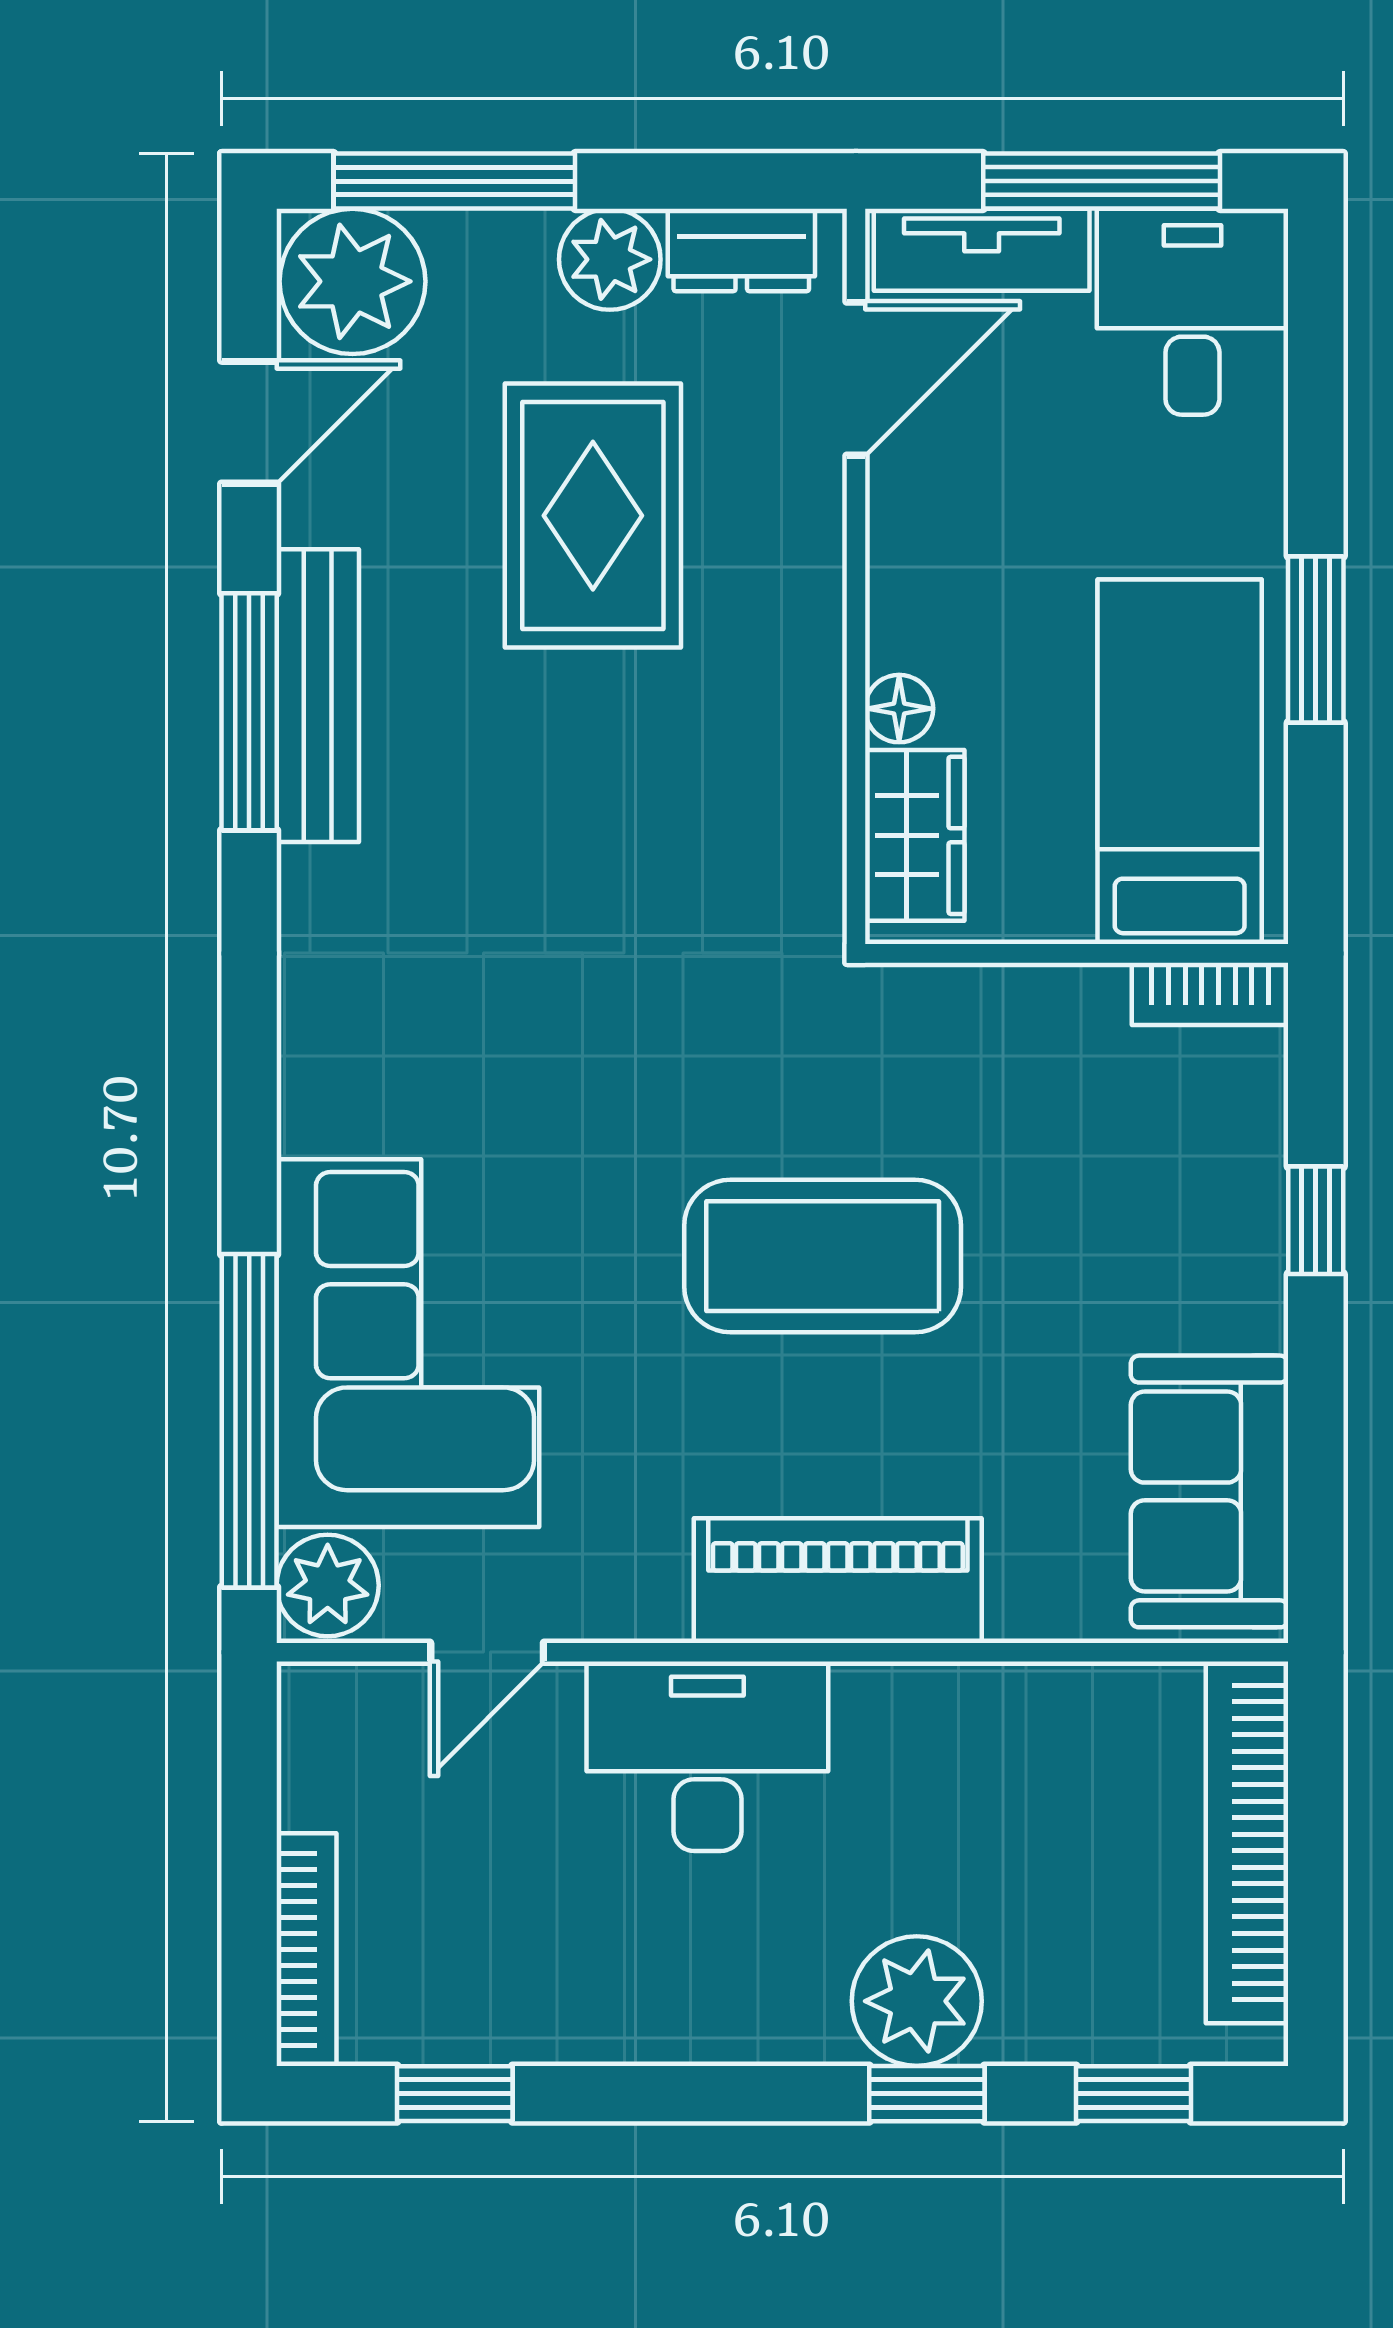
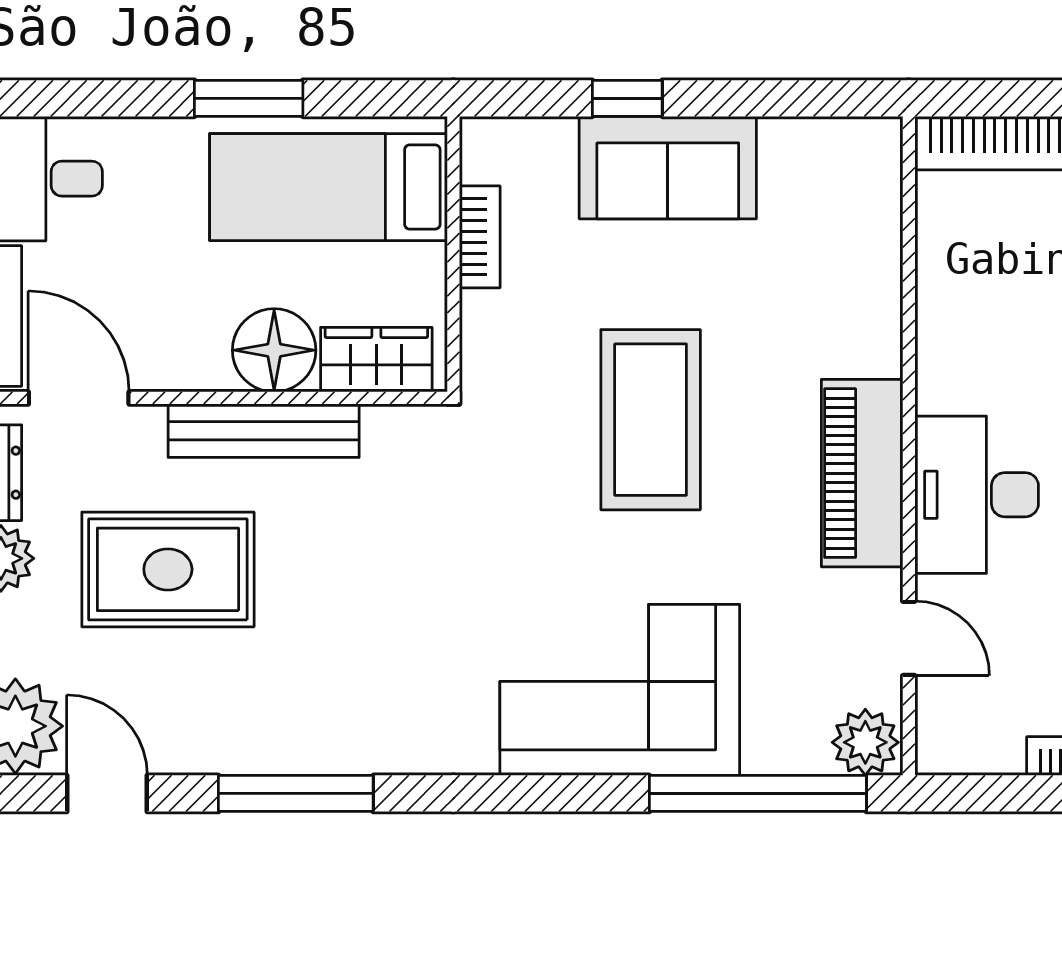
bench: (318, 696) -> (264, 431), moved
floor lamp: (899, 709) -> (274, 350), width x1.89, depth x1.89
bookcase: (1210, 994) -> (480, 237), moved
corner sofa: (408, 1343) -> (620, 690), moved
sofa: (1210, 1491) -> (668, 168), moved
piano: (838, 1581) -> (862, 473), moved

